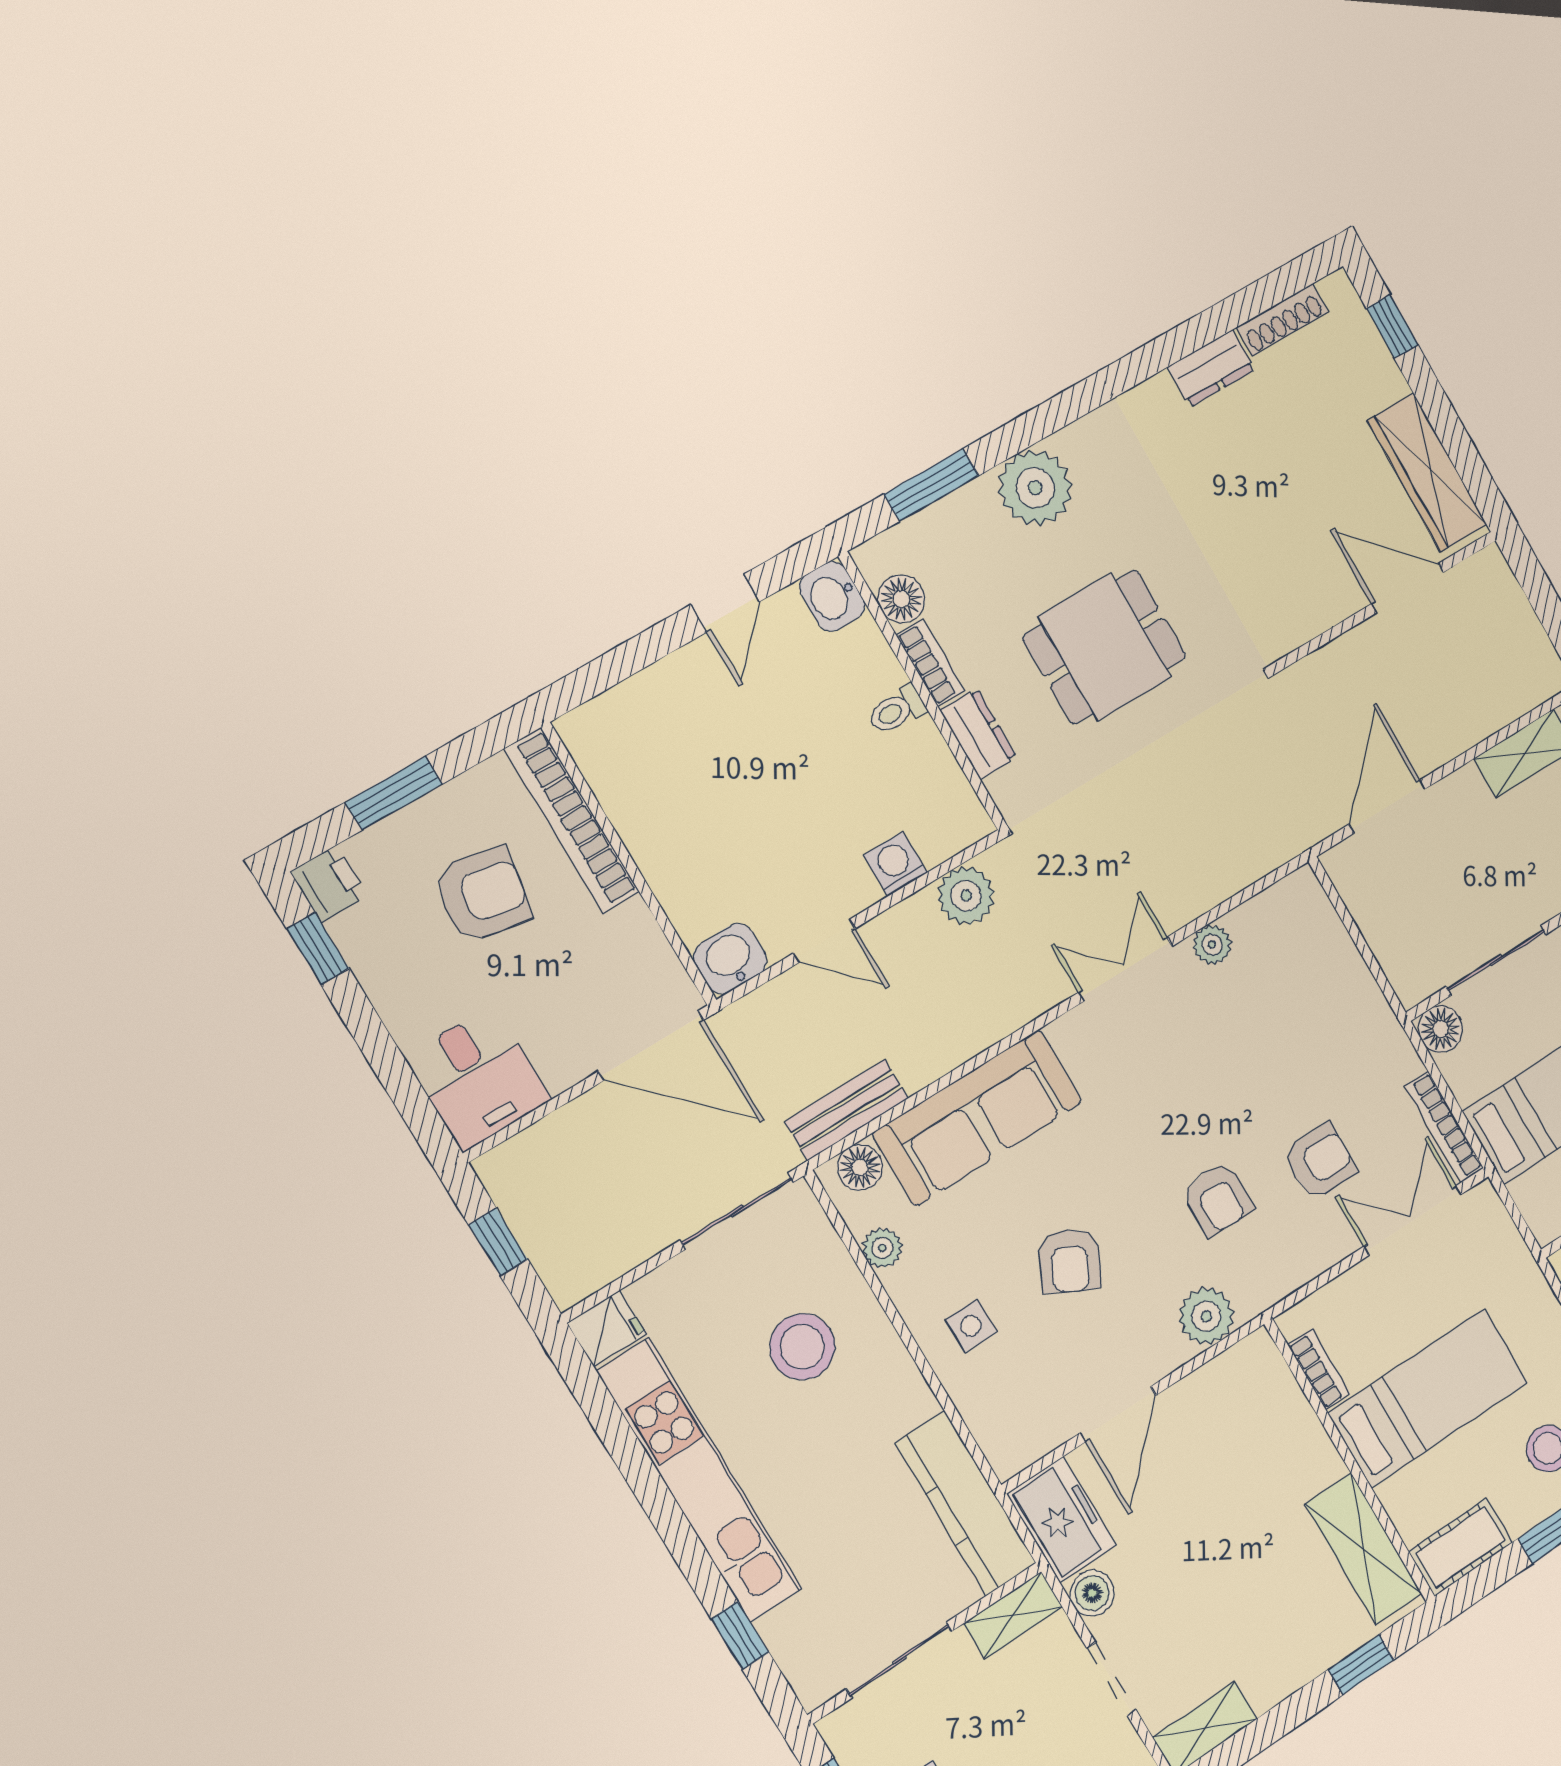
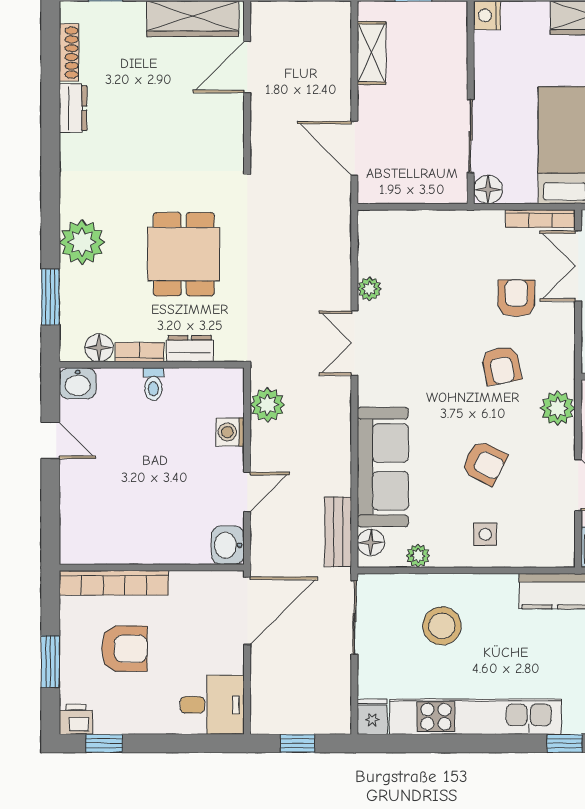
armchair: (482, 895) -> (124, 649), turned 80
armchair: (1218, 1199) -> (501, 366), turned 79

